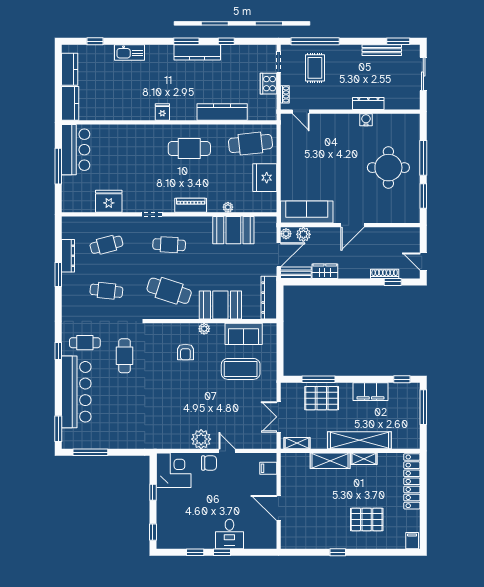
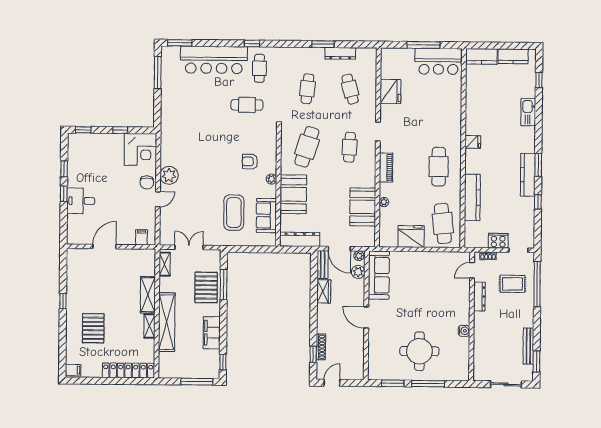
dresser: (368, 103) -> (479, 297), moved

